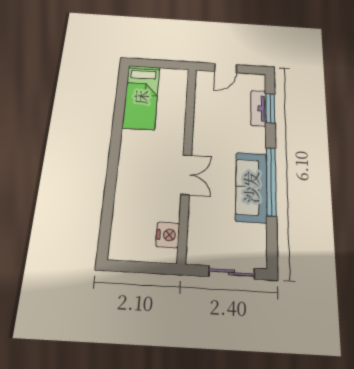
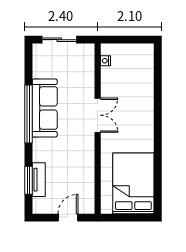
bed: (141, 97) -> (133, 183), width x1.50
double door: (186, 175) -> (98, 115), swing flipped
nightstand: (168, 235) -> (106, 61), width x0.53, depth x0.56

